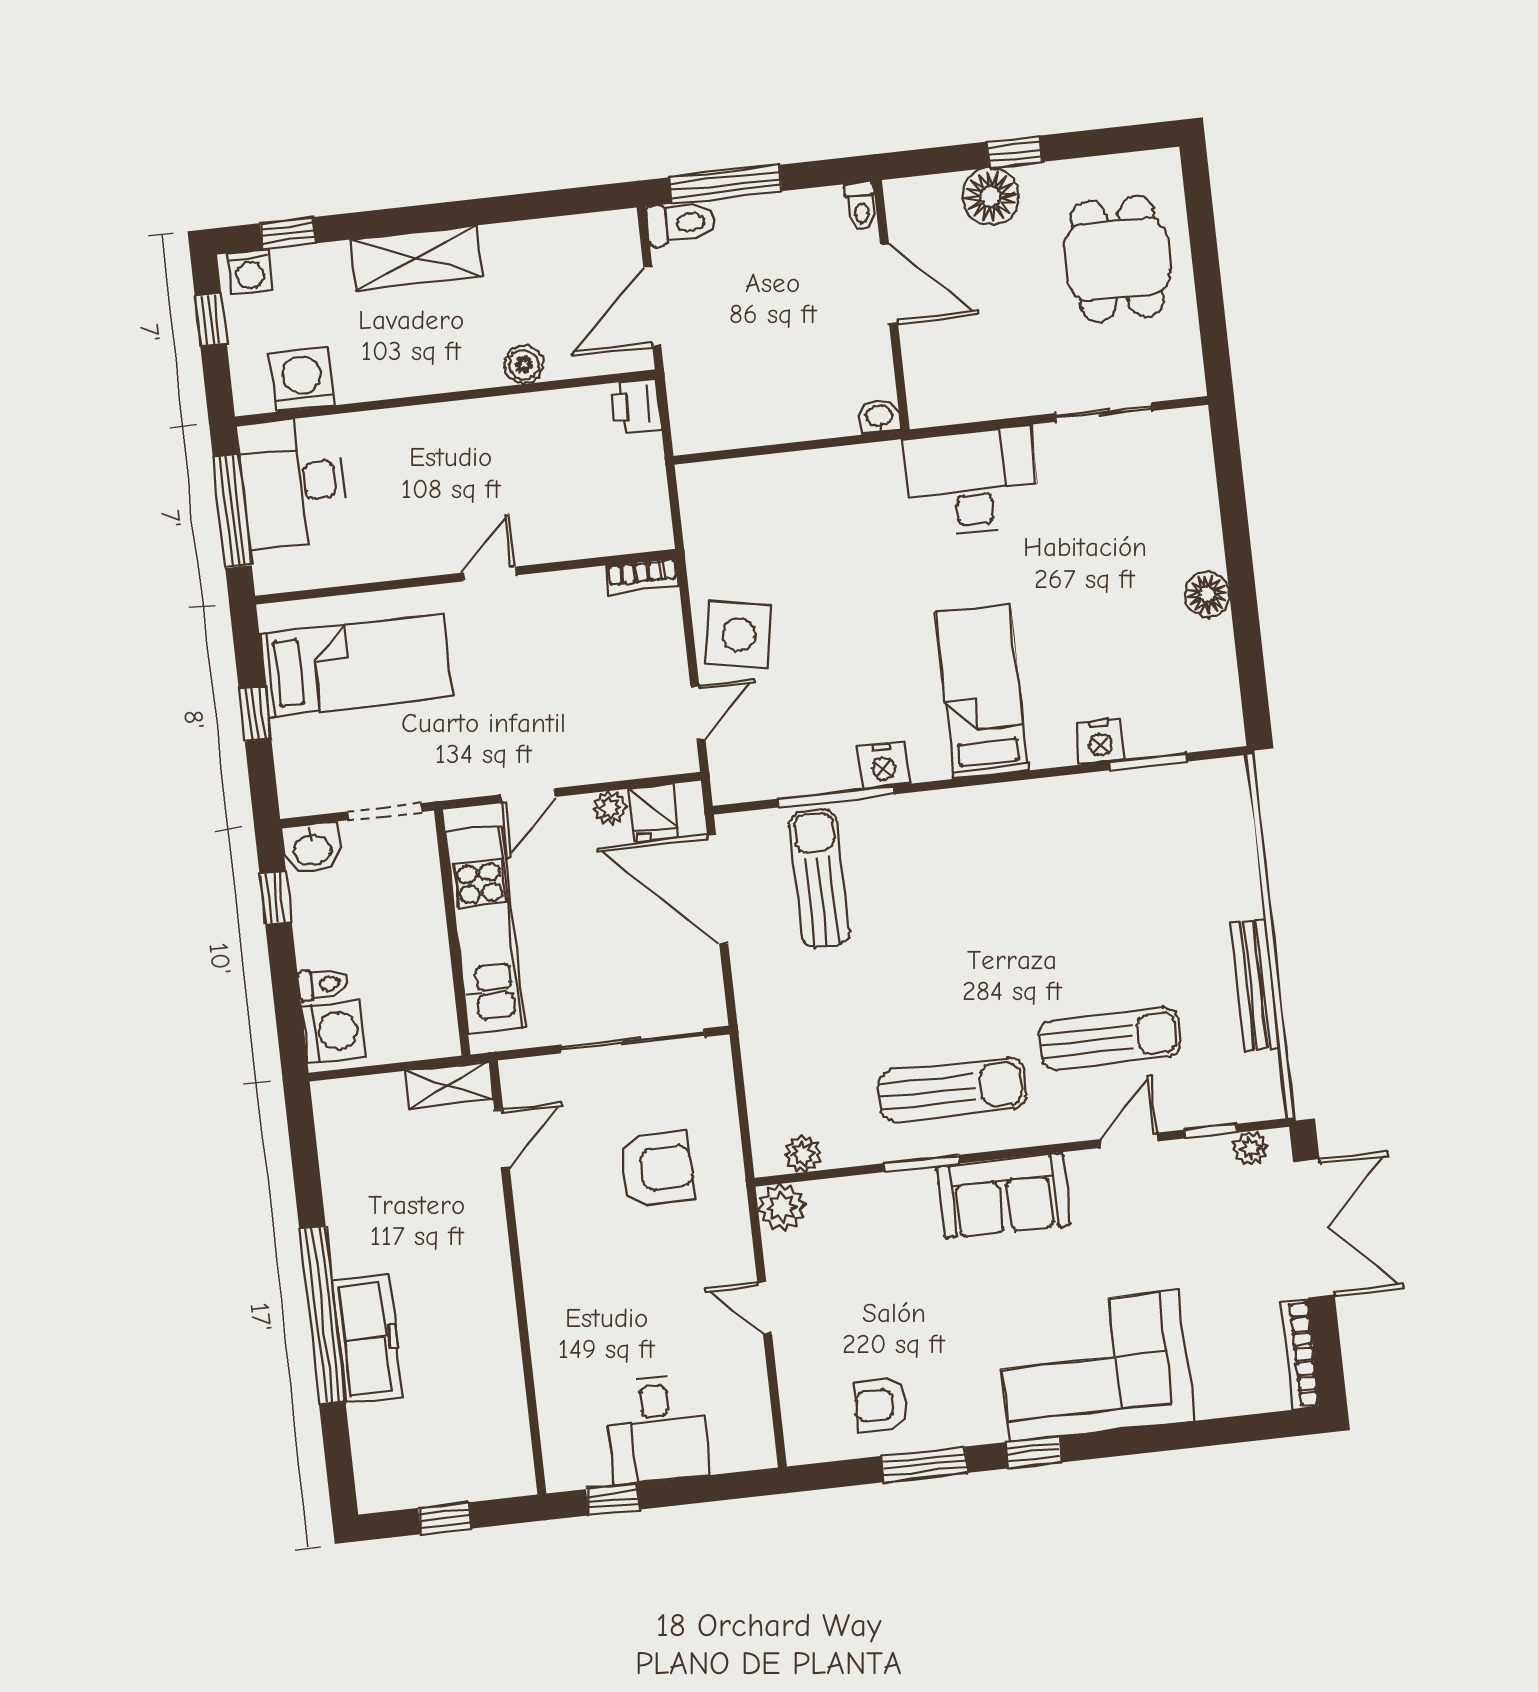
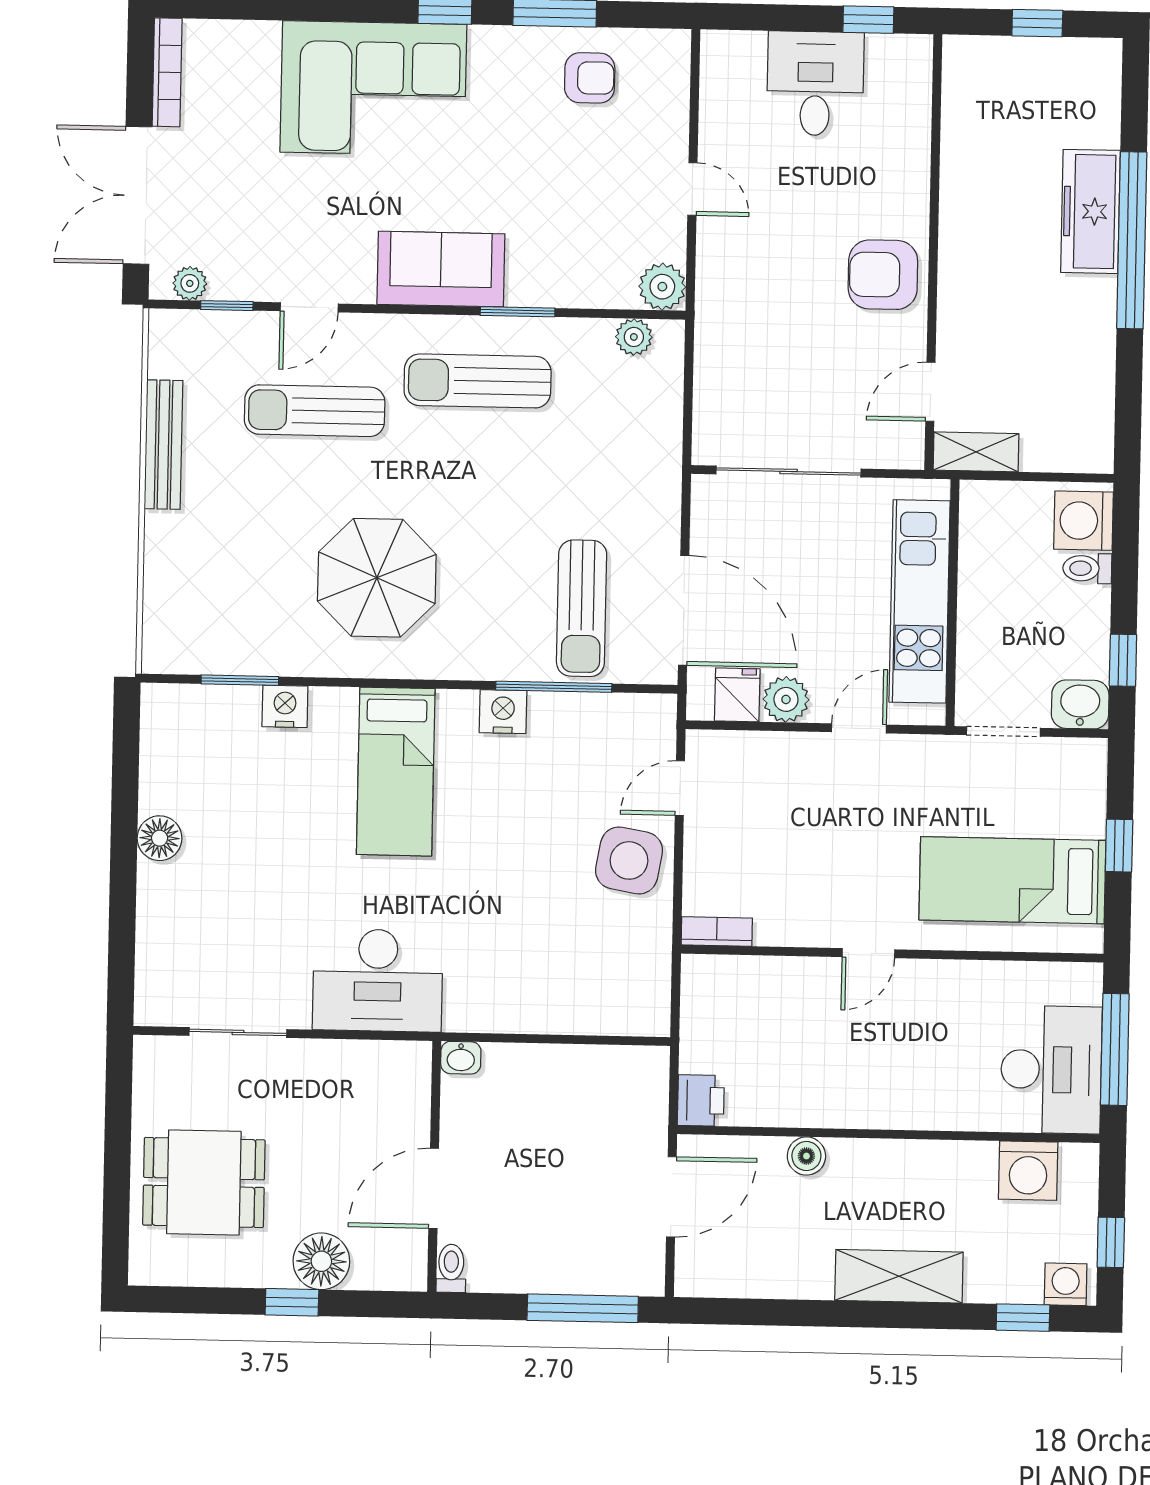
toilet: (681, 223) -> (632, 1276), removed
dining table: (1118, 259) -> (204, 1182), turned 90
door: (889, 284) -> (434, 1188), hinge flipped
plant: (610, 808) -> (786, 699), width x1.38, depth x1.38
parasol: (1026, 881) -> (377, 578), added
armchair: (657, 1169) -> (883, 275), moved

